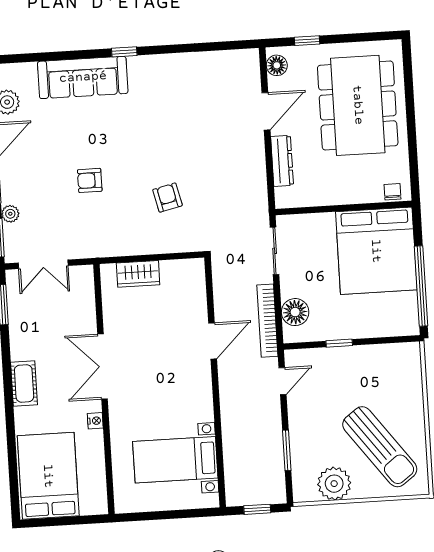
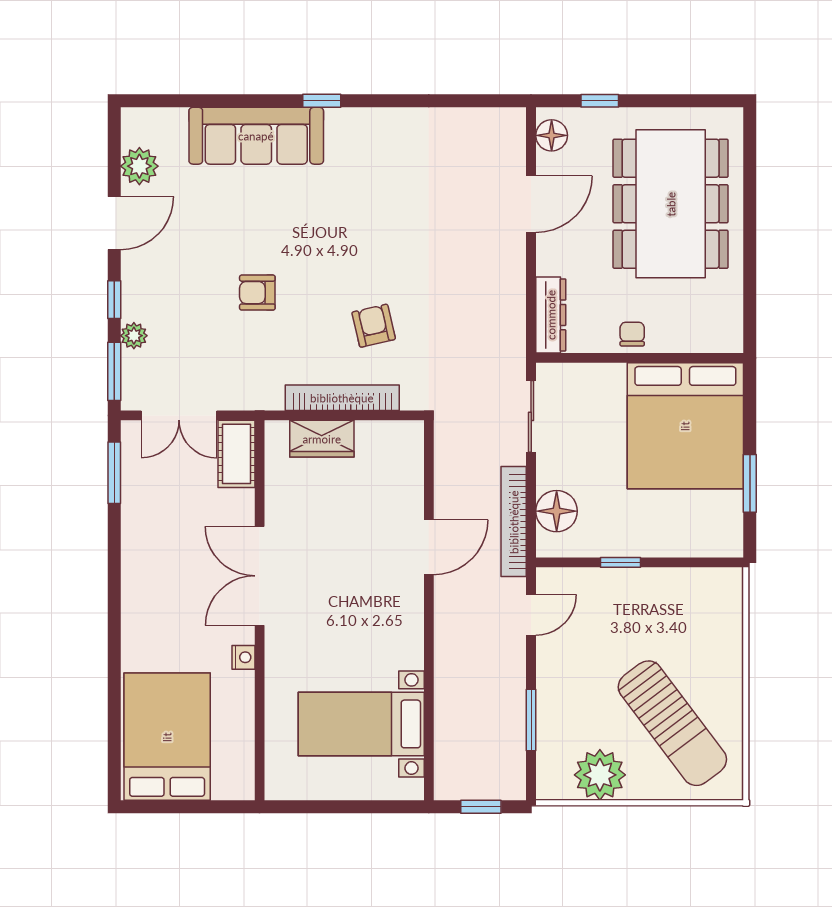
dresser: (282, 161) -> (551, 315), moved
chair: (392, 192) -> (632, 334), moved
bookcase: (150, 246) -> (342, 398), added
window: (421, 286) -> (750, 483), width x0.47
cot: (24, 383) -> (236, 454), moved

